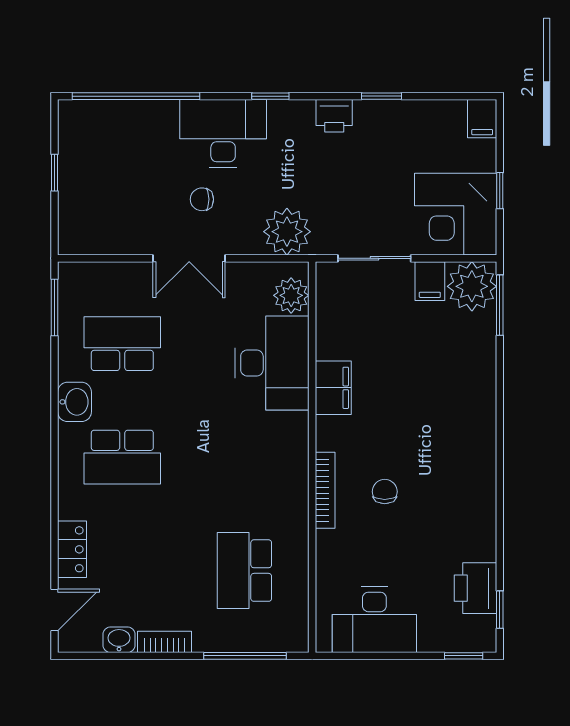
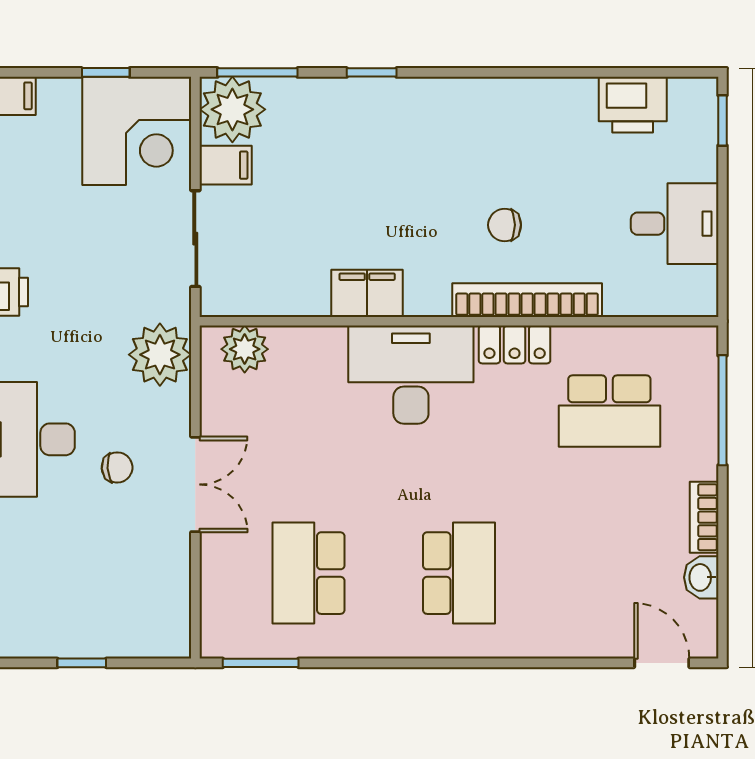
chair: (202, 199) -> (117, 467), turned -94
desk: (272, 363) -> (411, 375), moved
washbasin: (75, 402) -> (386, 636), removed
bookcase: (325, 490) -> (527, 300), width x1.48, depth x1.31
locker: (72, 549) -> (515, 345), moved, turned 180
window: (500, 610) -> (372, 72), moved
desk: (374, 620) -> (675, 224), width x0.73

